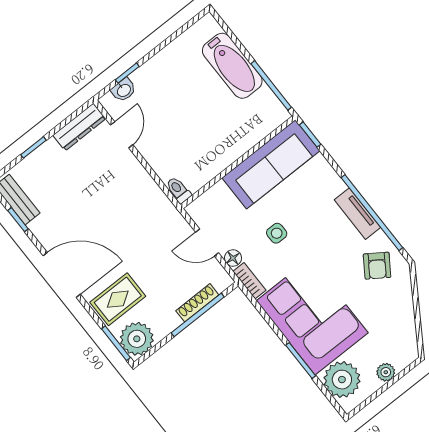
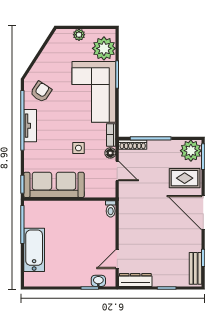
shoe rack: (197, 303) -> (133, 145), moved

